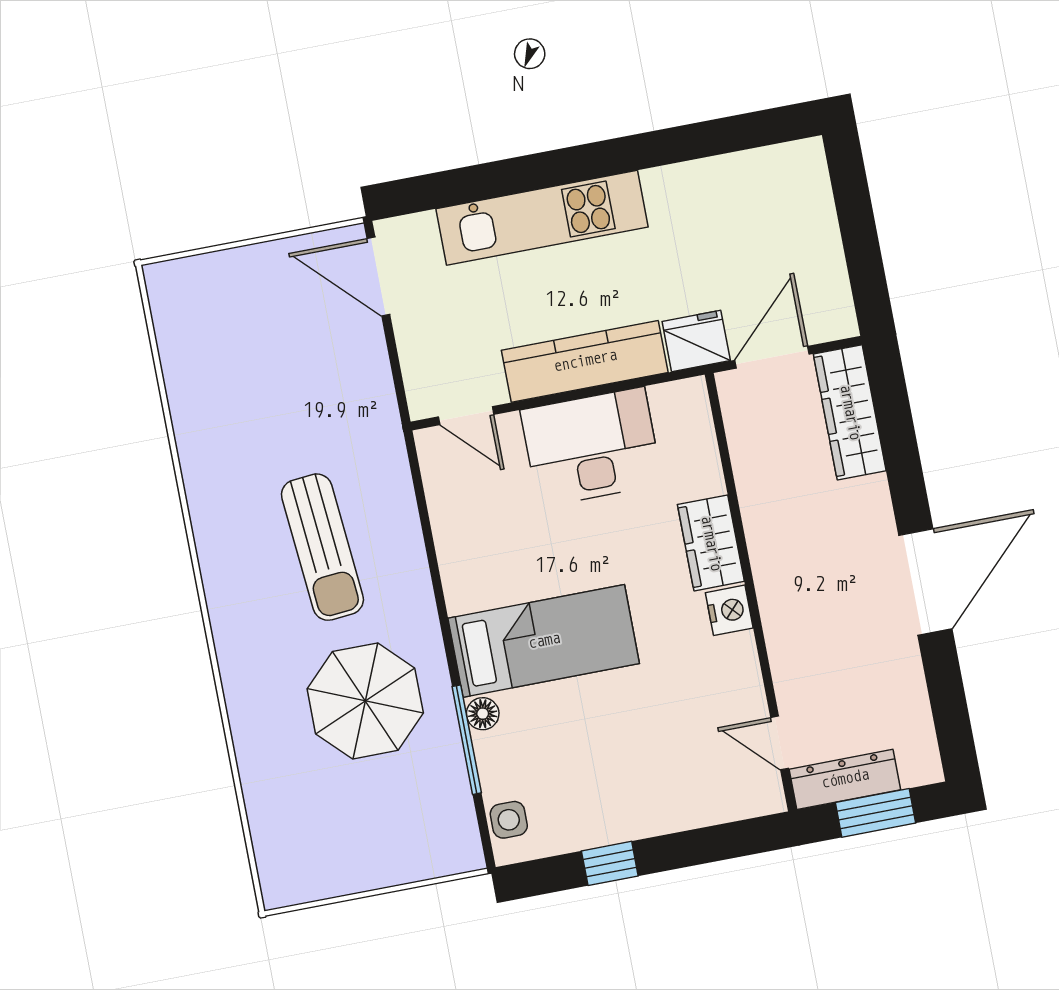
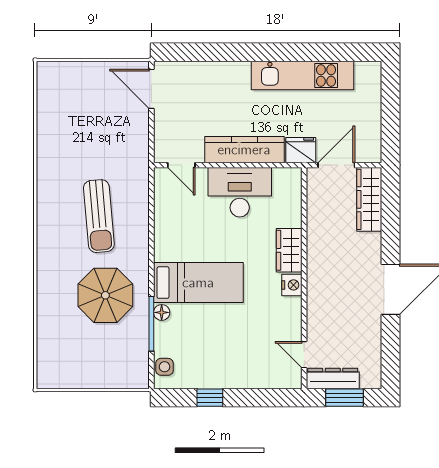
kitchen unit: (542, 218) -> (303, 76), moved

